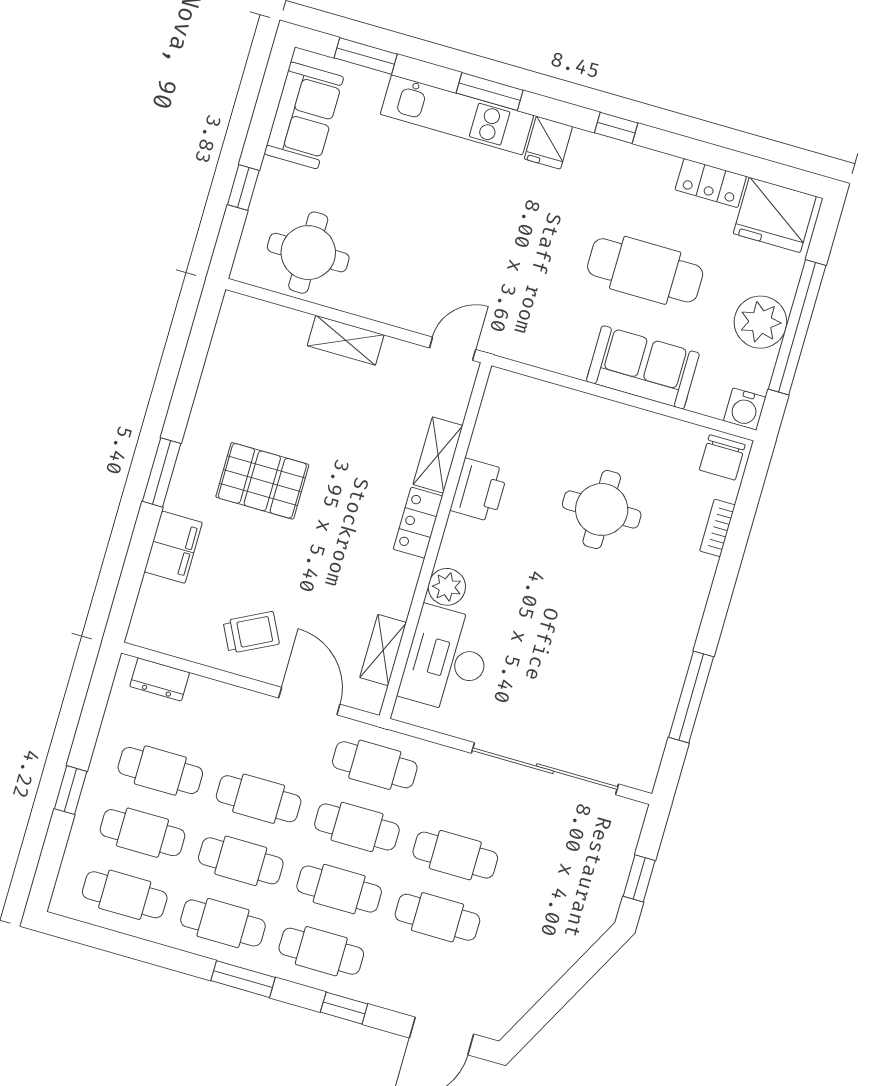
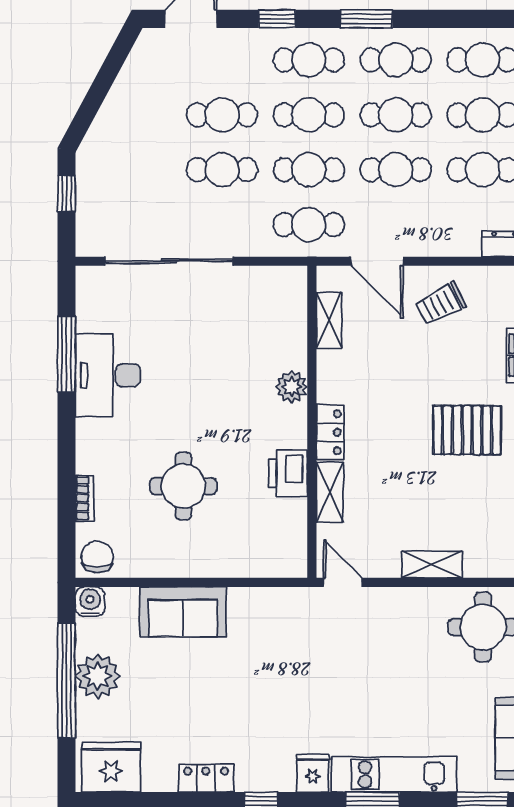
locker: (711, 183) -> (206, 778), moved
cafe table: (645, 270) -> (204, 691), removed
door: (453, 349) -> (343, 582), swing flipped
desk: (447, 660) -> (108, 375), moved, turned 180

